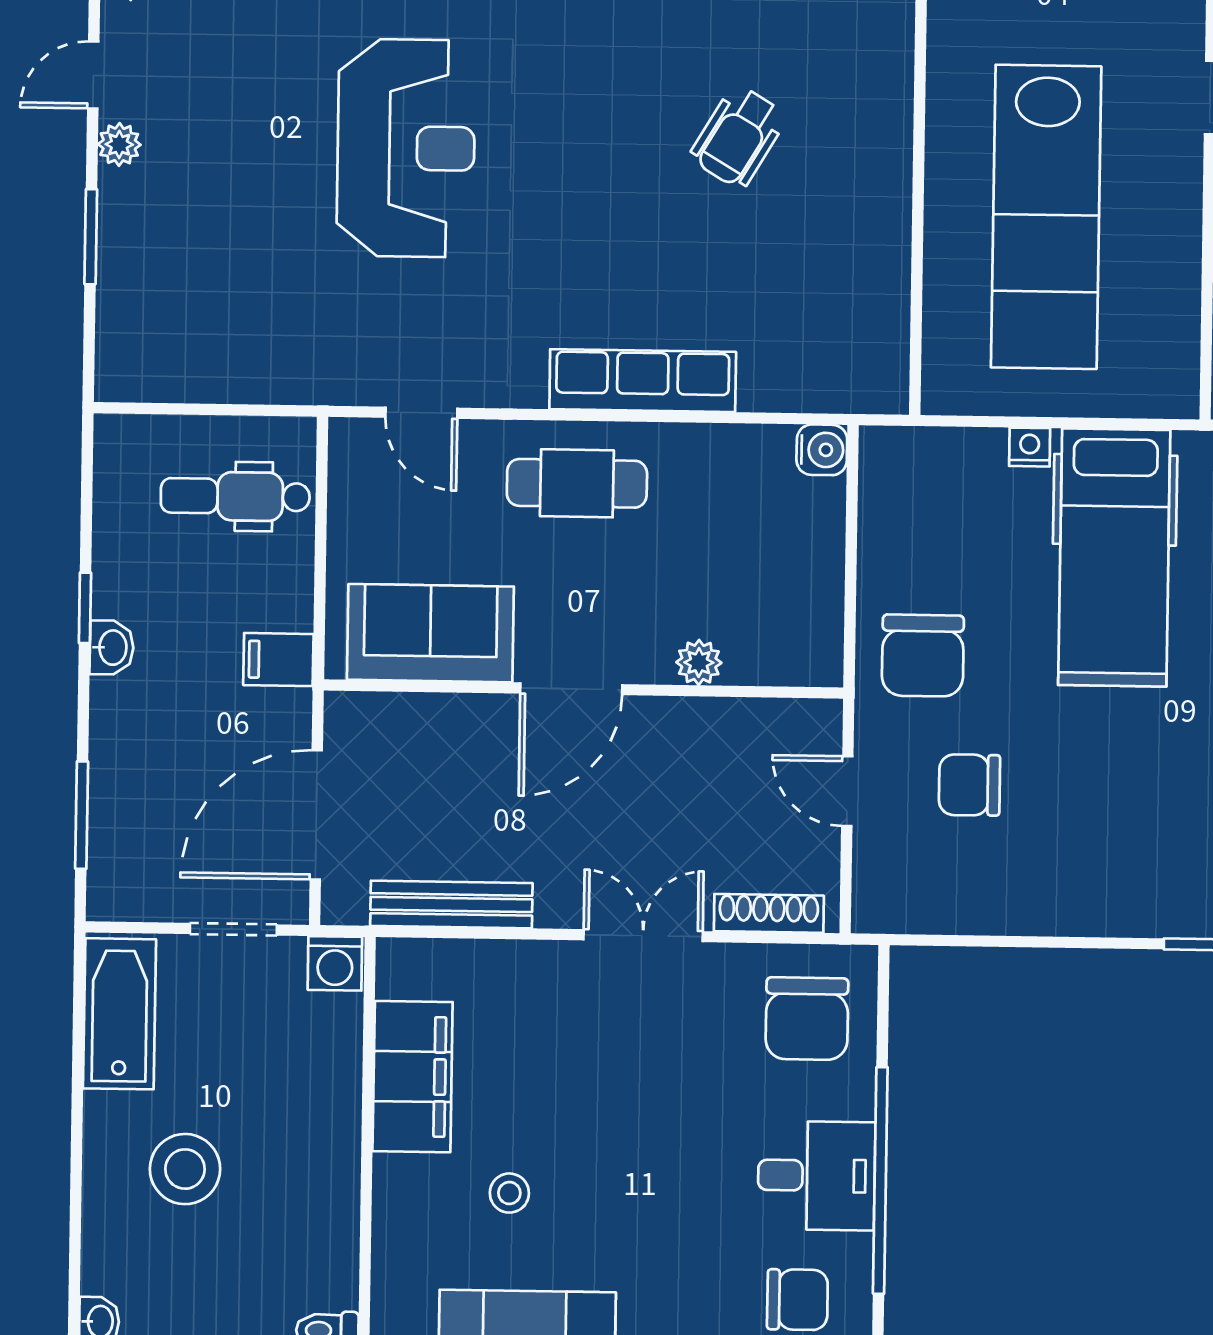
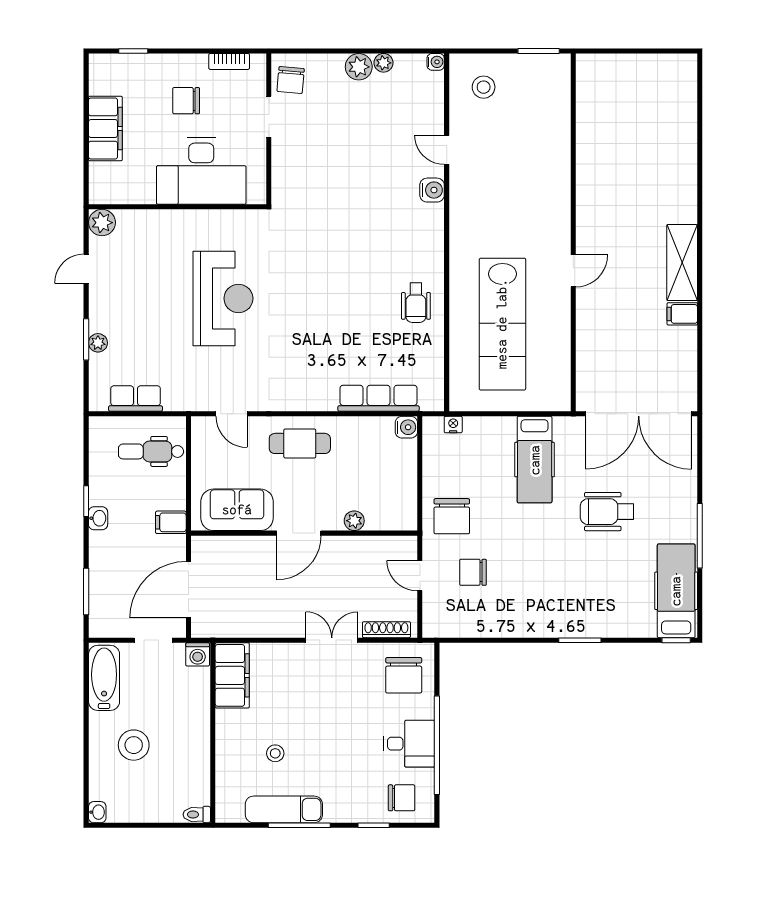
wheelchair: (738, 137) -> (416, 303), moved, turned -31
plant: (119, 144) -> (98, 343), moved
row of seats: (202, 374) -> (136, 399), added
row of seats: (643, 381) -> (379, 398), moved
nightstand: (1030, 447) -> (453, 425), moved
hospital bed: (1114, 558) -> (535, 460), width x0.73, depth x0.78
bench: (451, 904) -> (248, 628), removed
filing cabinet: (413, 1077) -> (232, 675), moved

